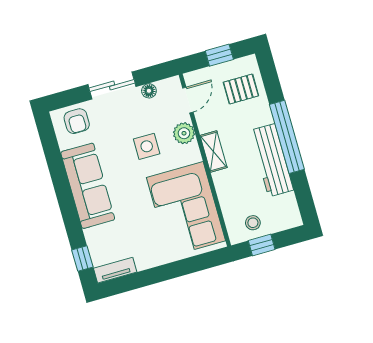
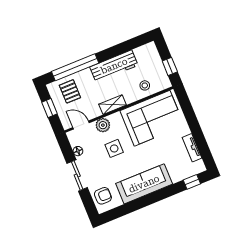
window: (287, 137) -> (75, 67), moved
stool: (253, 223) -> (145, 85), moved
tv unit: (115, 270) -> (192, 148), moved

